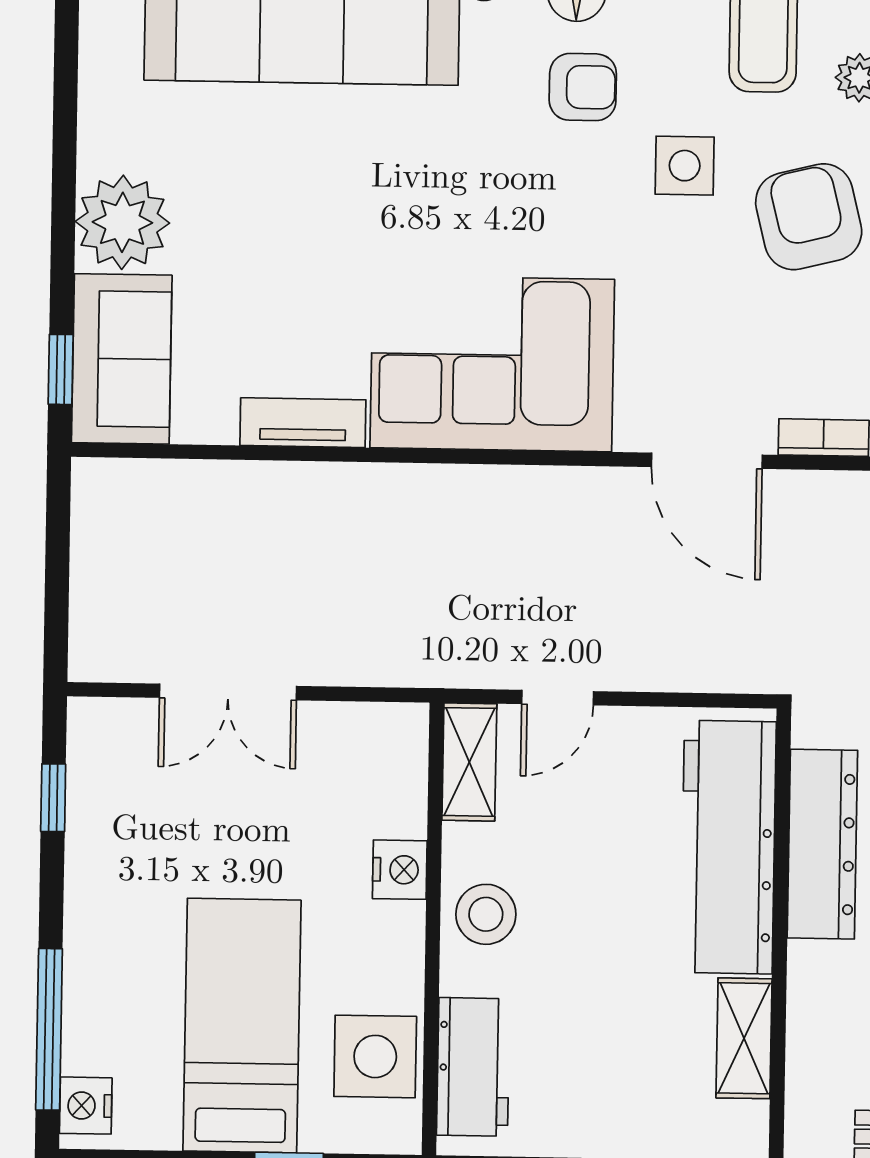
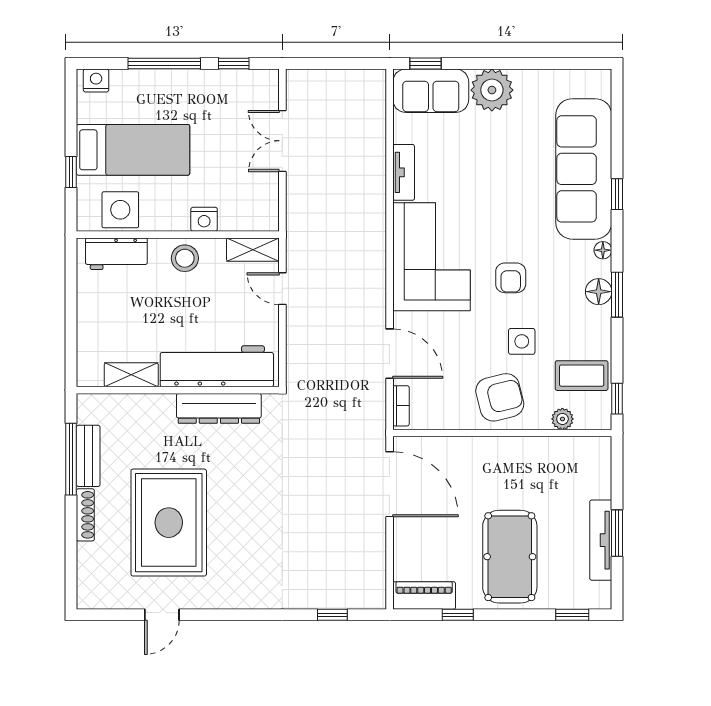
armchair: (583, 87) -> (511, 278), moved
door: (707, 461) -> (390, 354), swing flipped
window: (49, 1029) -> (164, 63), moved

